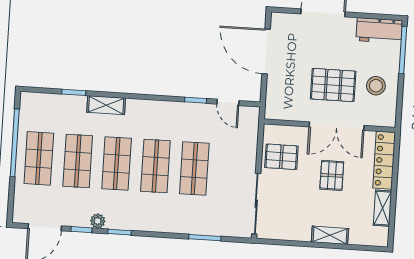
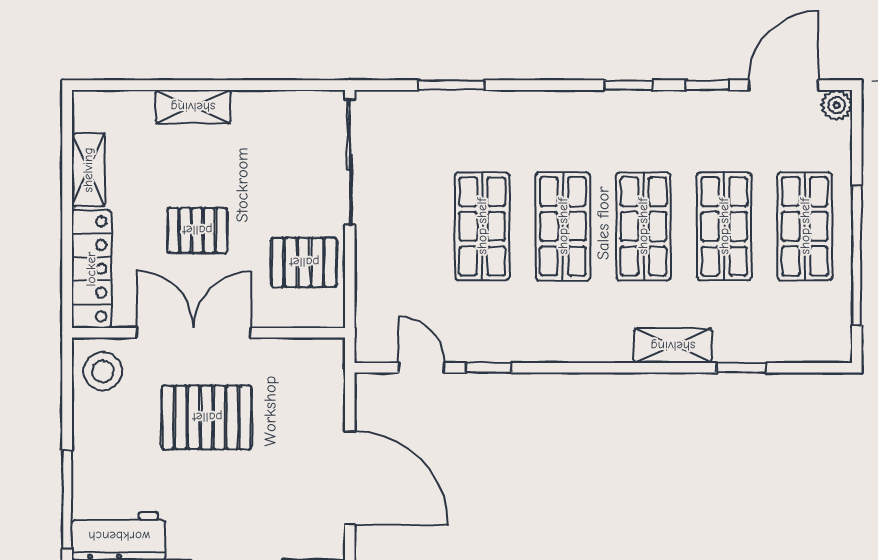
stool: (376, 86) -> (103, 371), moved
pallet: (332, 175) -> (197, 230), turned 90
plant: (98, 221) -> (837, 105), moved

